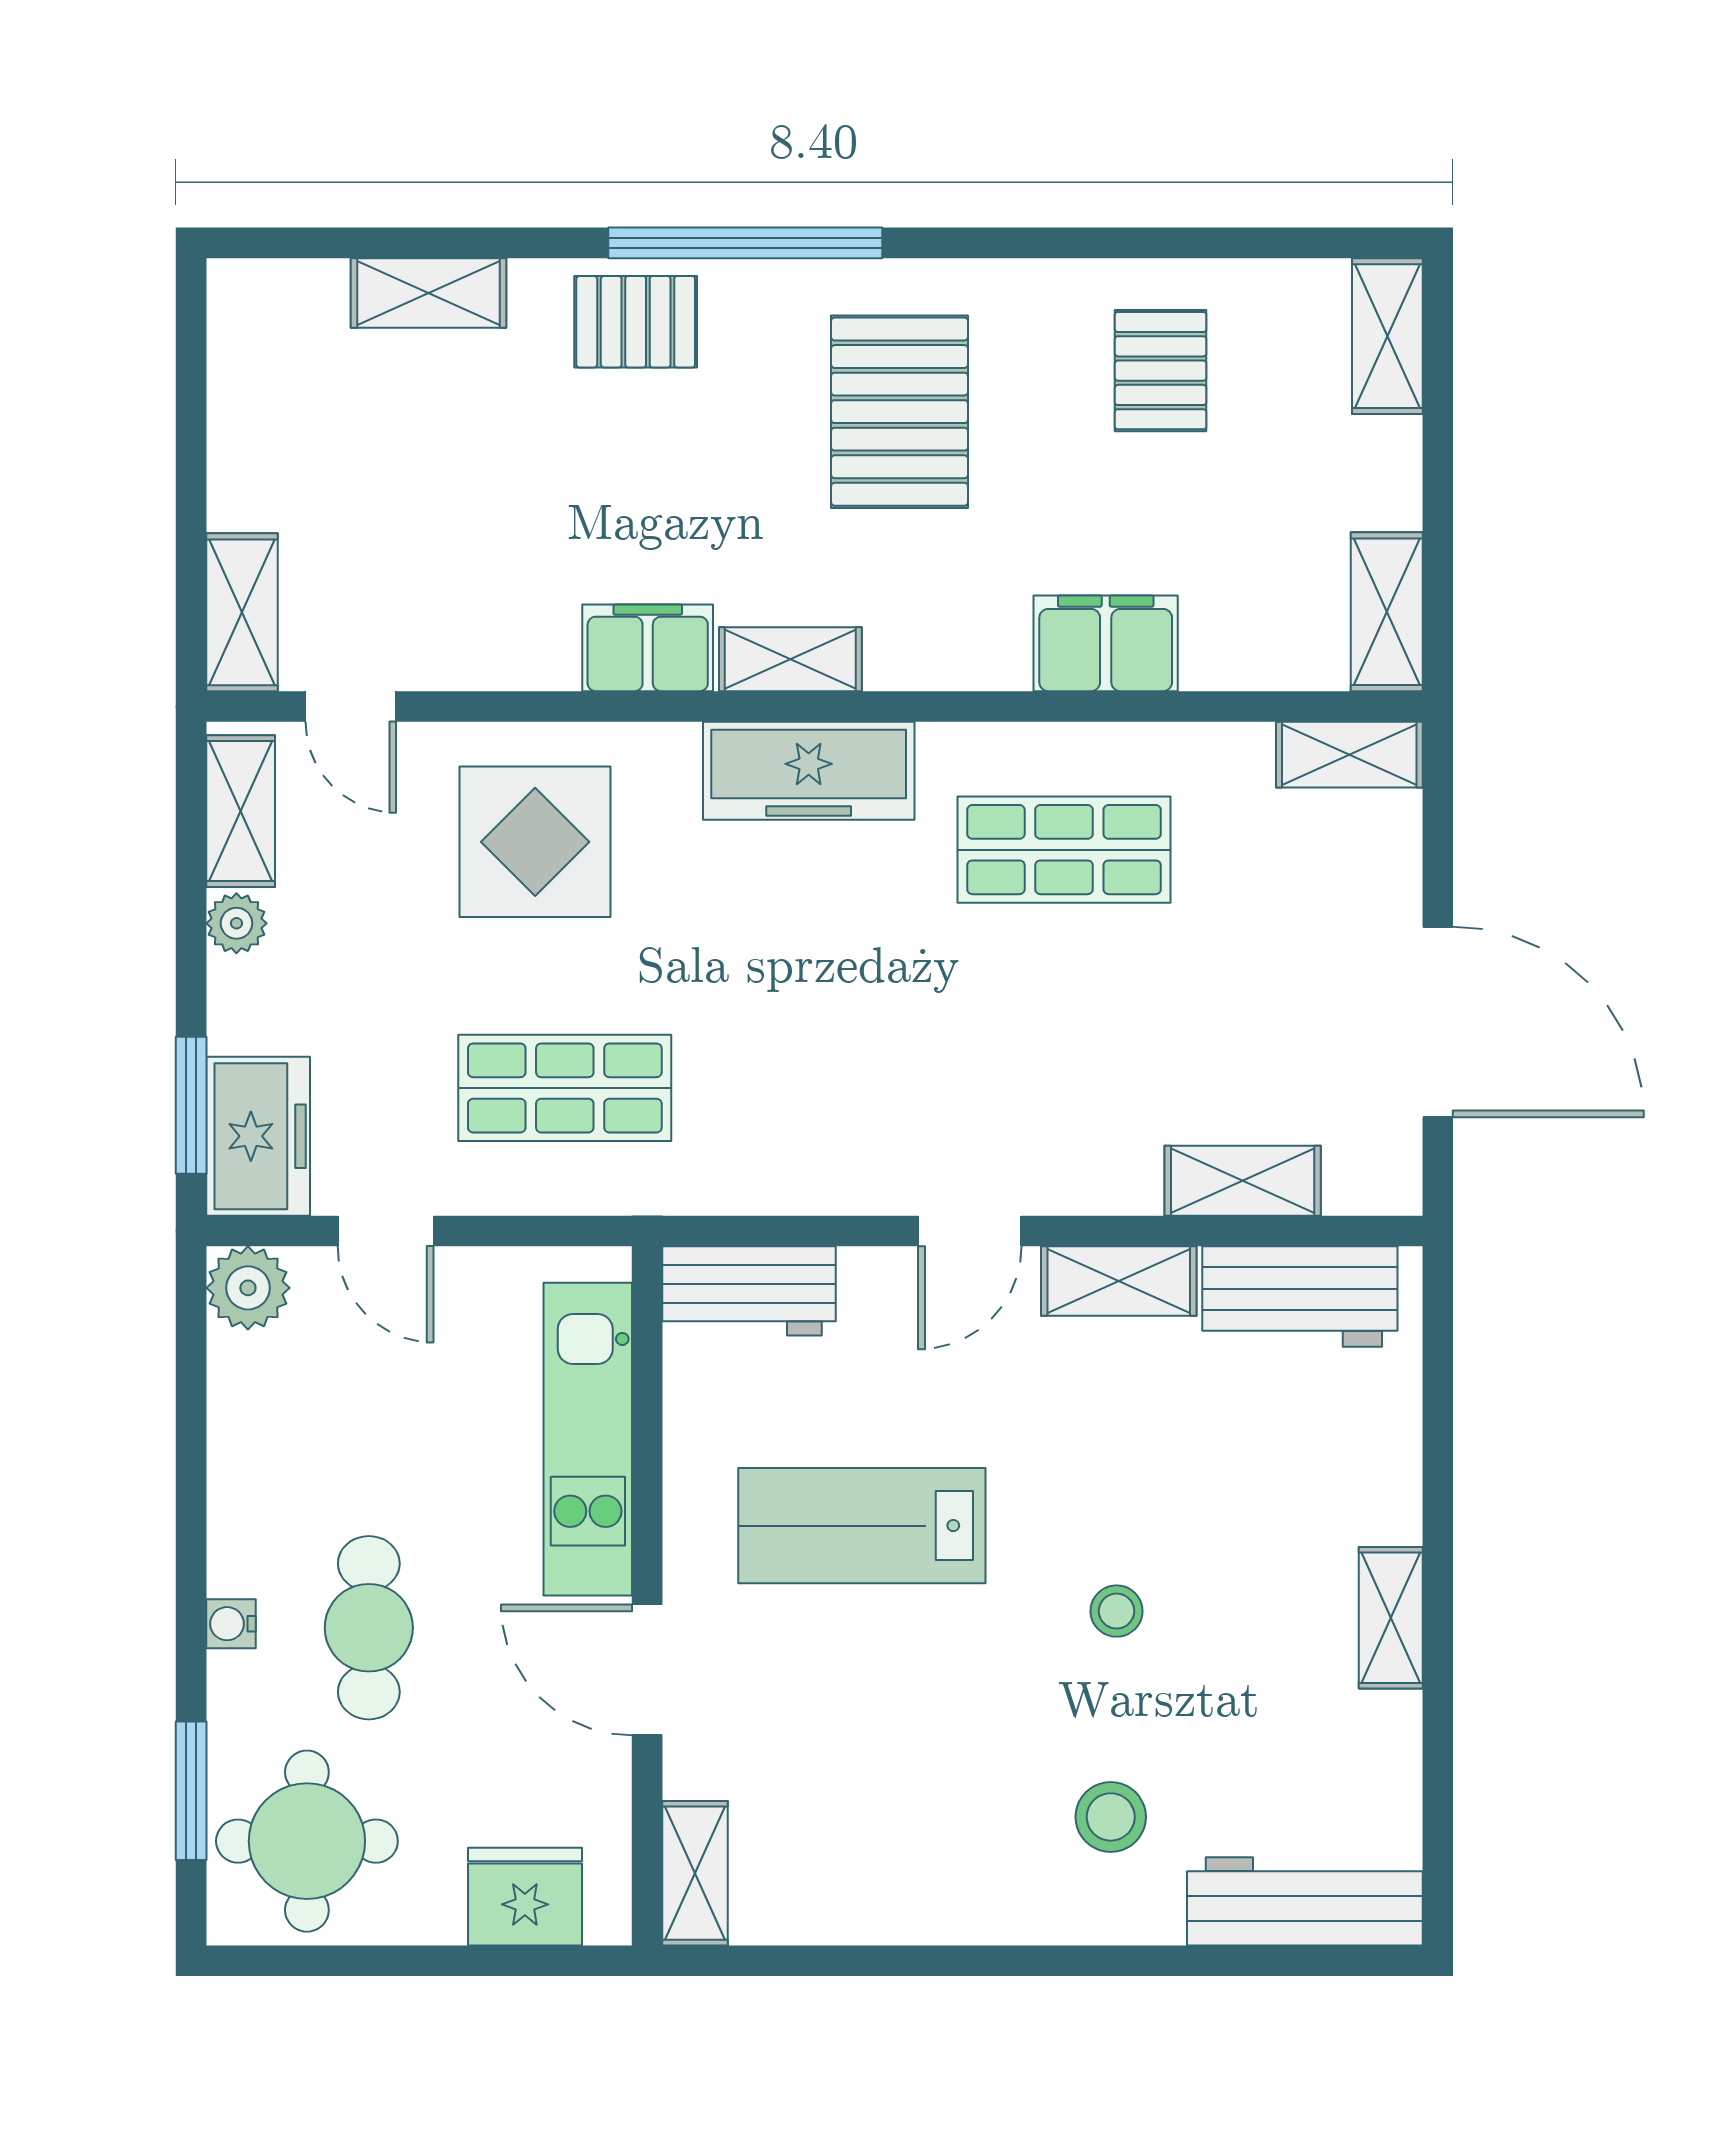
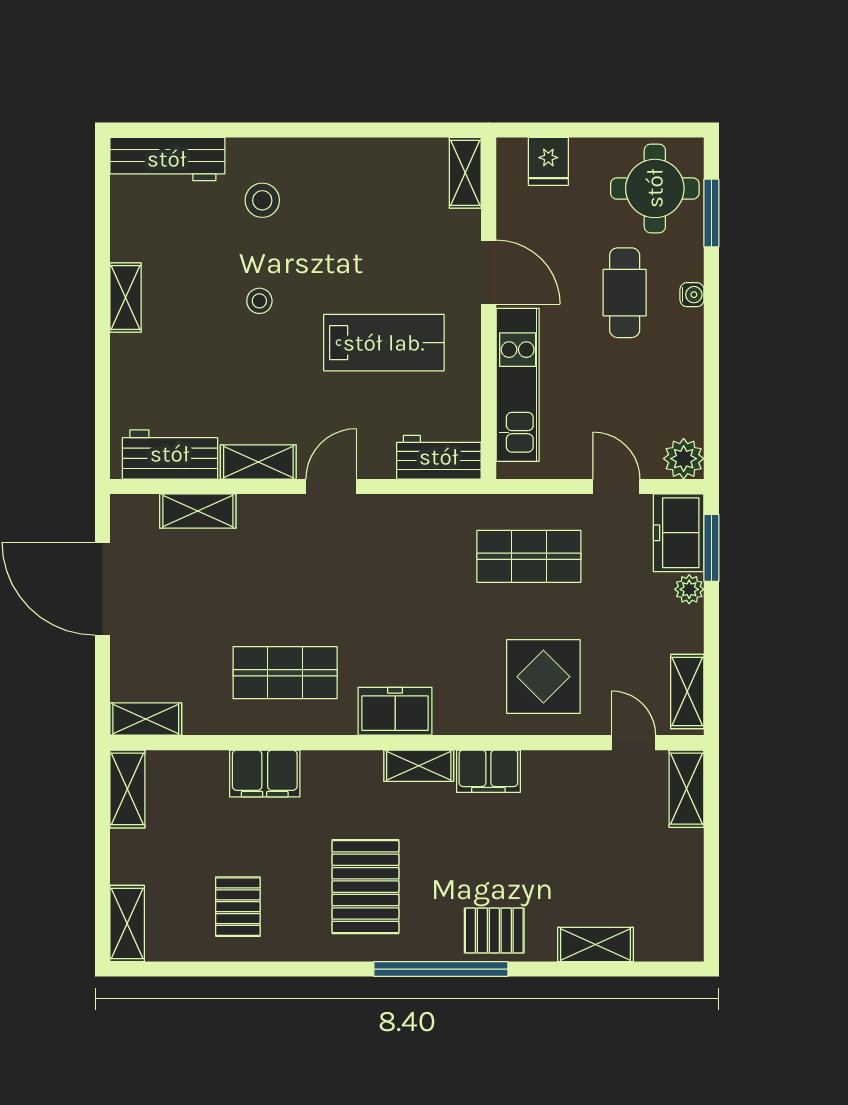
freezer: (809, 771) -> (395, 711), width x0.71
plant: (236, 923) -> (689, 589), moved
fridge: (525, 1897) -> (548, 161), width x0.72

